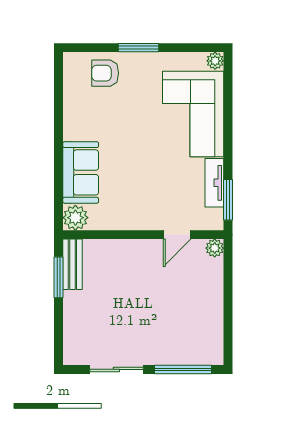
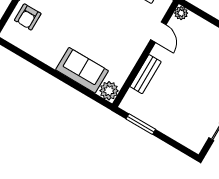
bench: (72, 264) -> (146, 74), moved, turned 90

